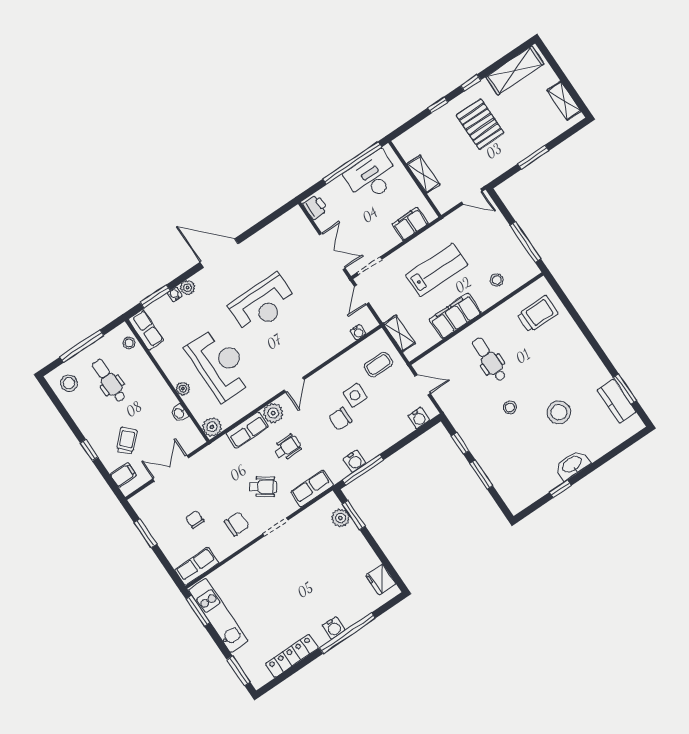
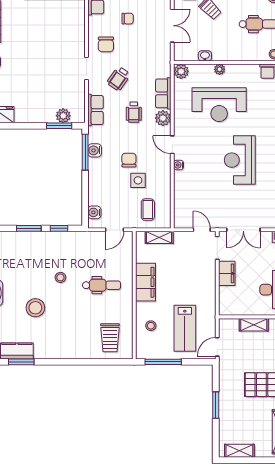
filing cabinet: (410, 224) -> (227, 273), moved
lab bench: (437, 270) -> (185, 328), moved
water cooler: (358, 332) -> (178, 165), moved

